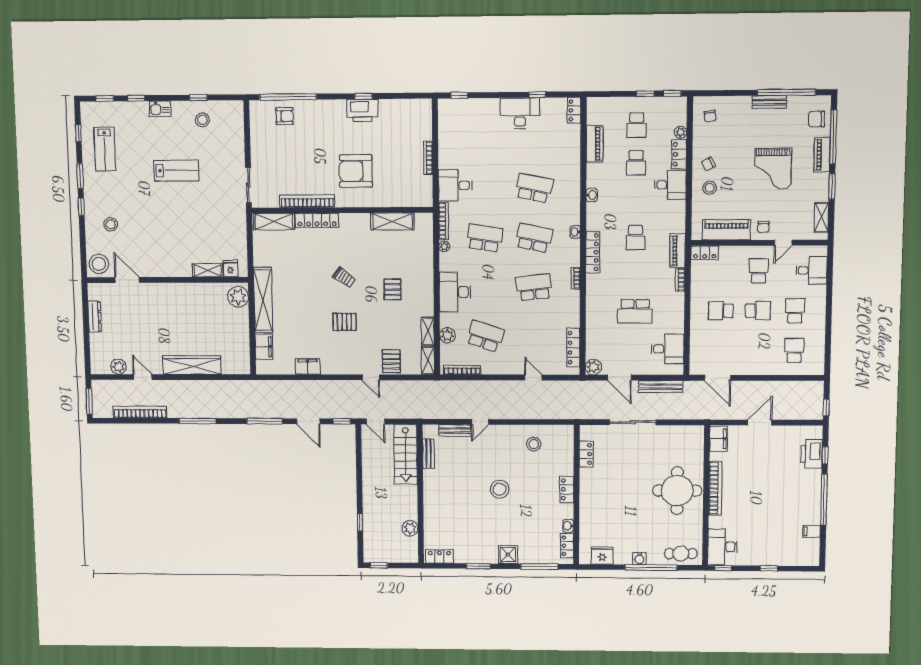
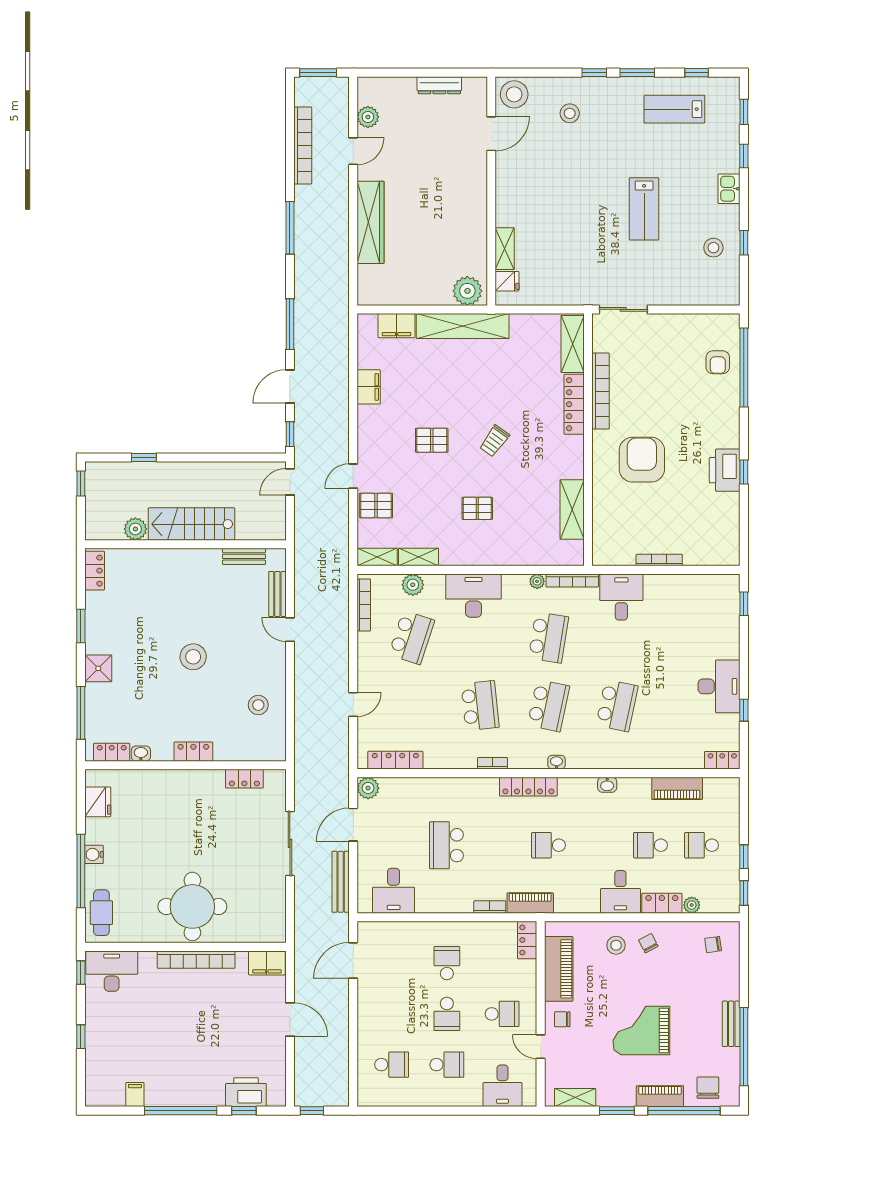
pallet: (344, 322) -> (432, 440), turned 90
stairs: (406, 454) -> (192, 524), moved

